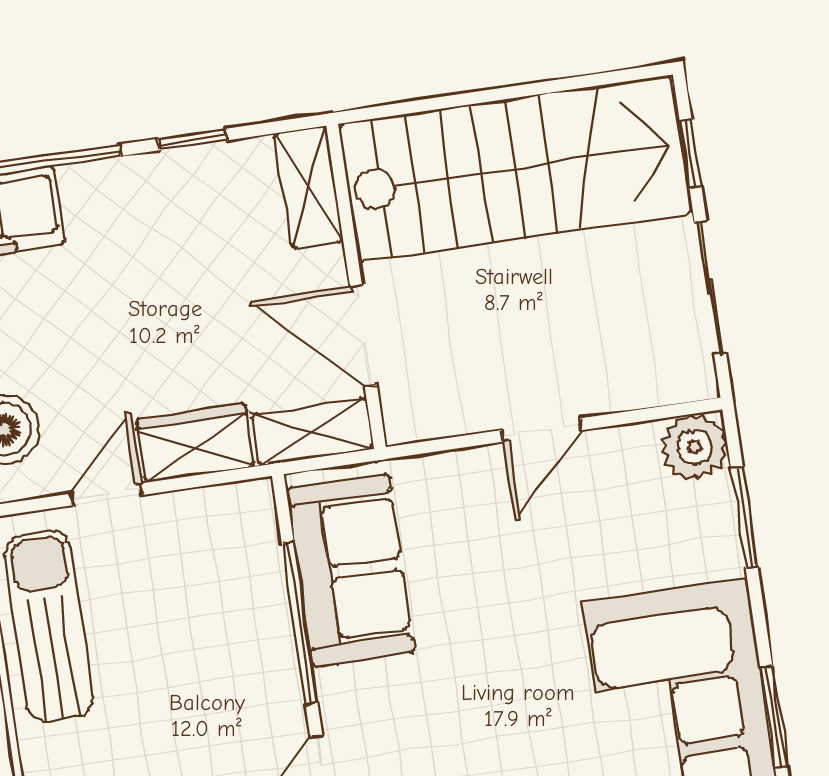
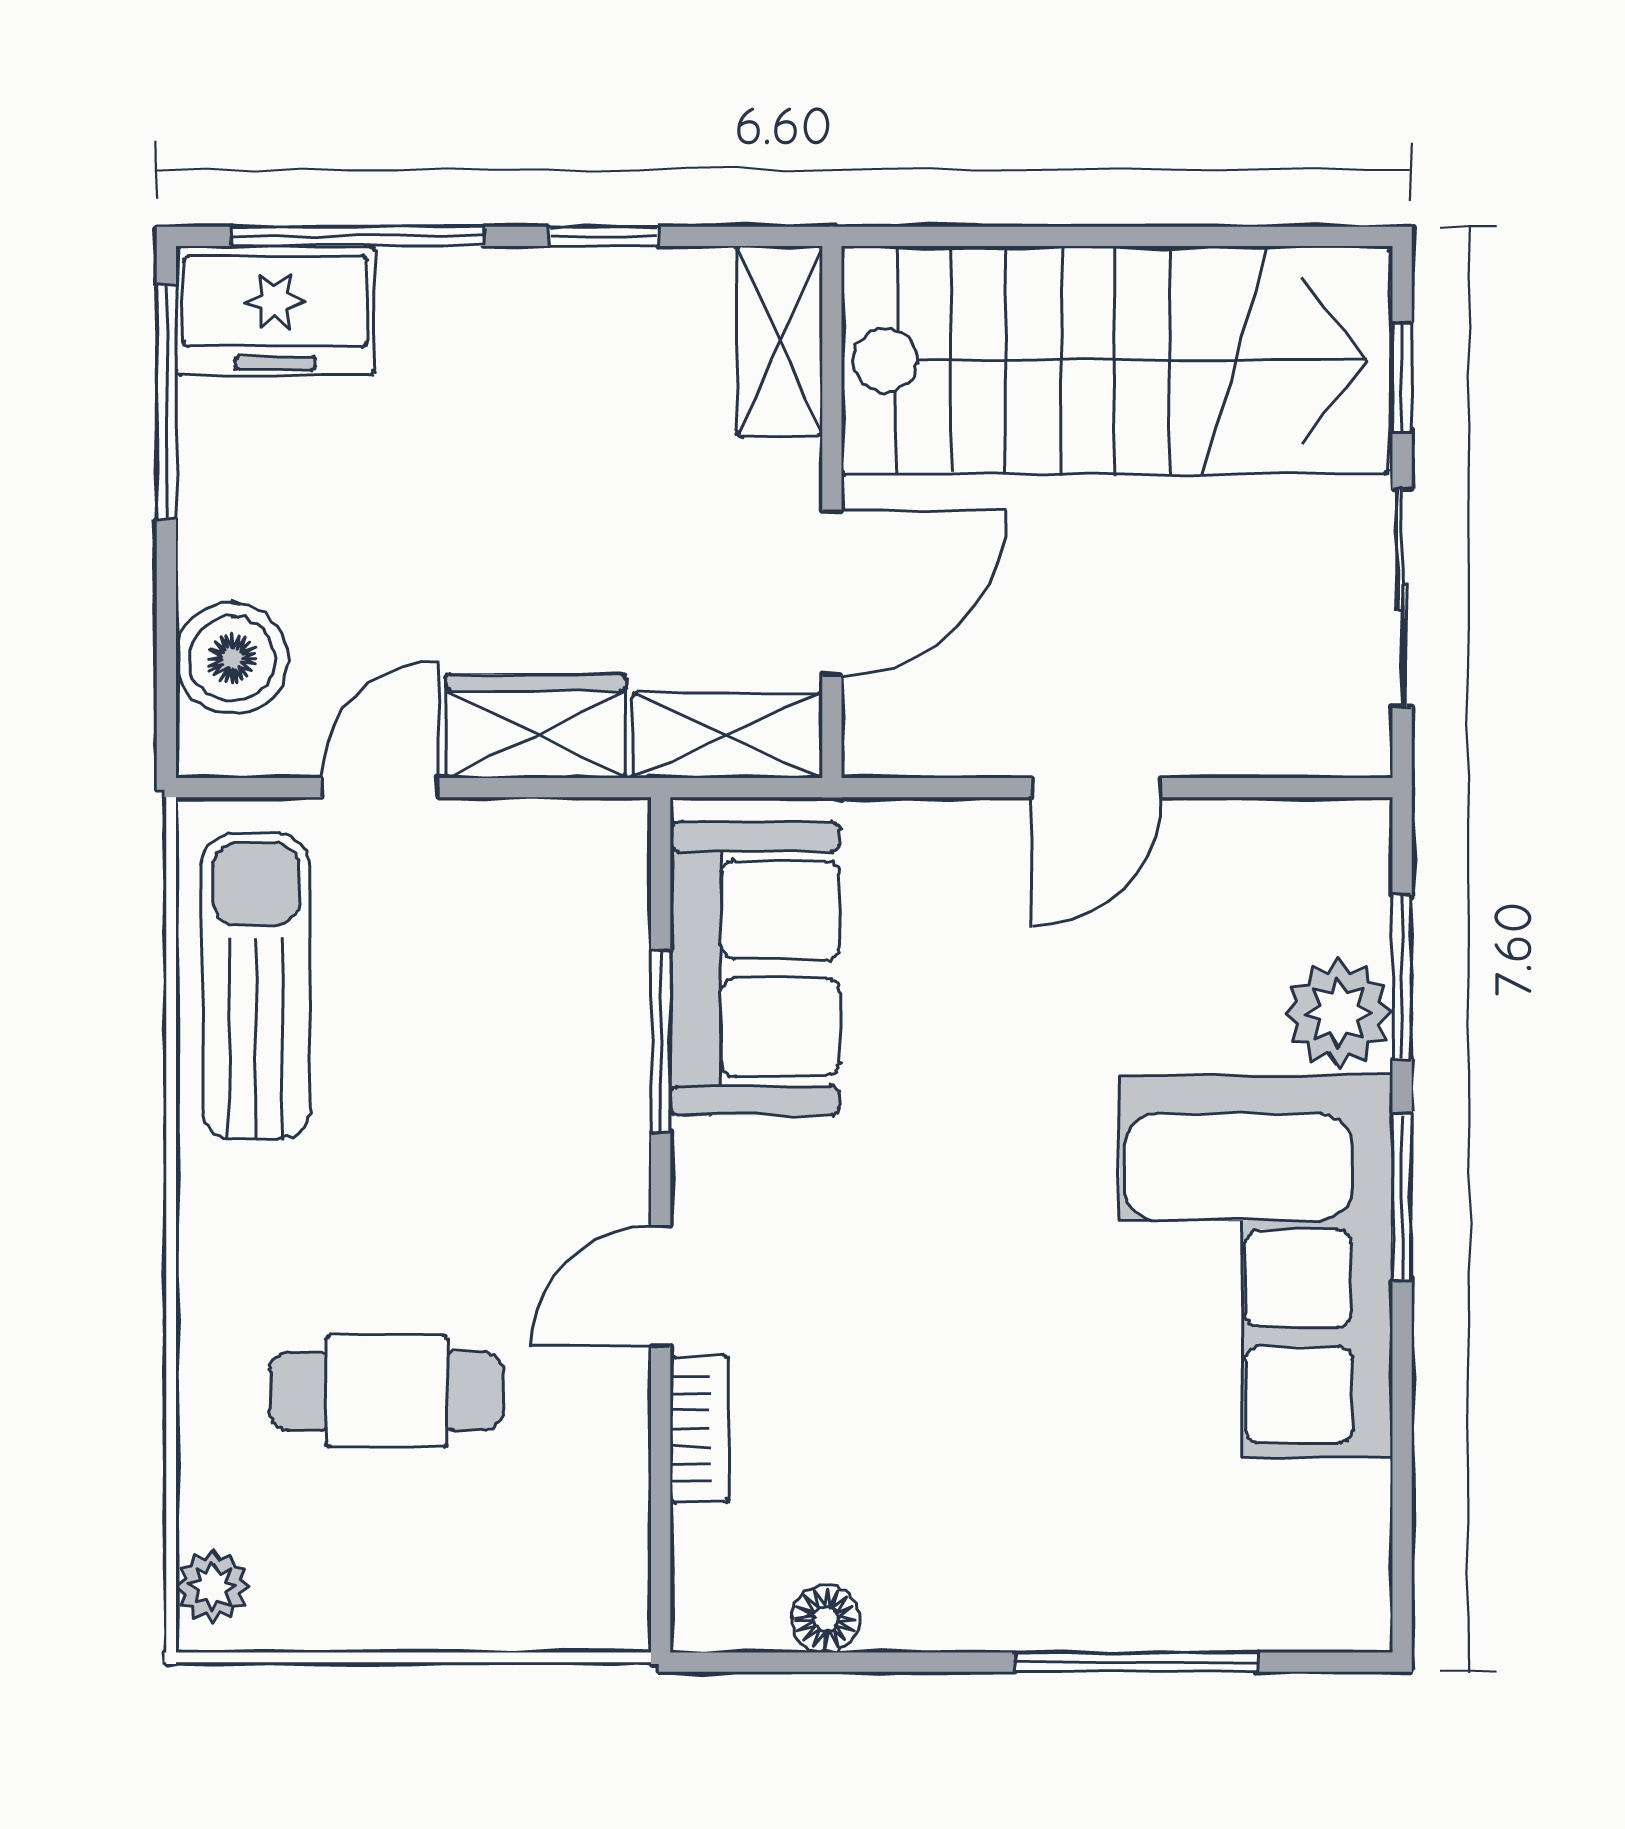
door: (363, 335) -> (832, 593), swing flipped
plant: (694, 447) -> (1338, 1013), moved
window: (300, 623) -> (661, 1041), width x0.69
window: (774, 717) -> (1402, 1198), moved

